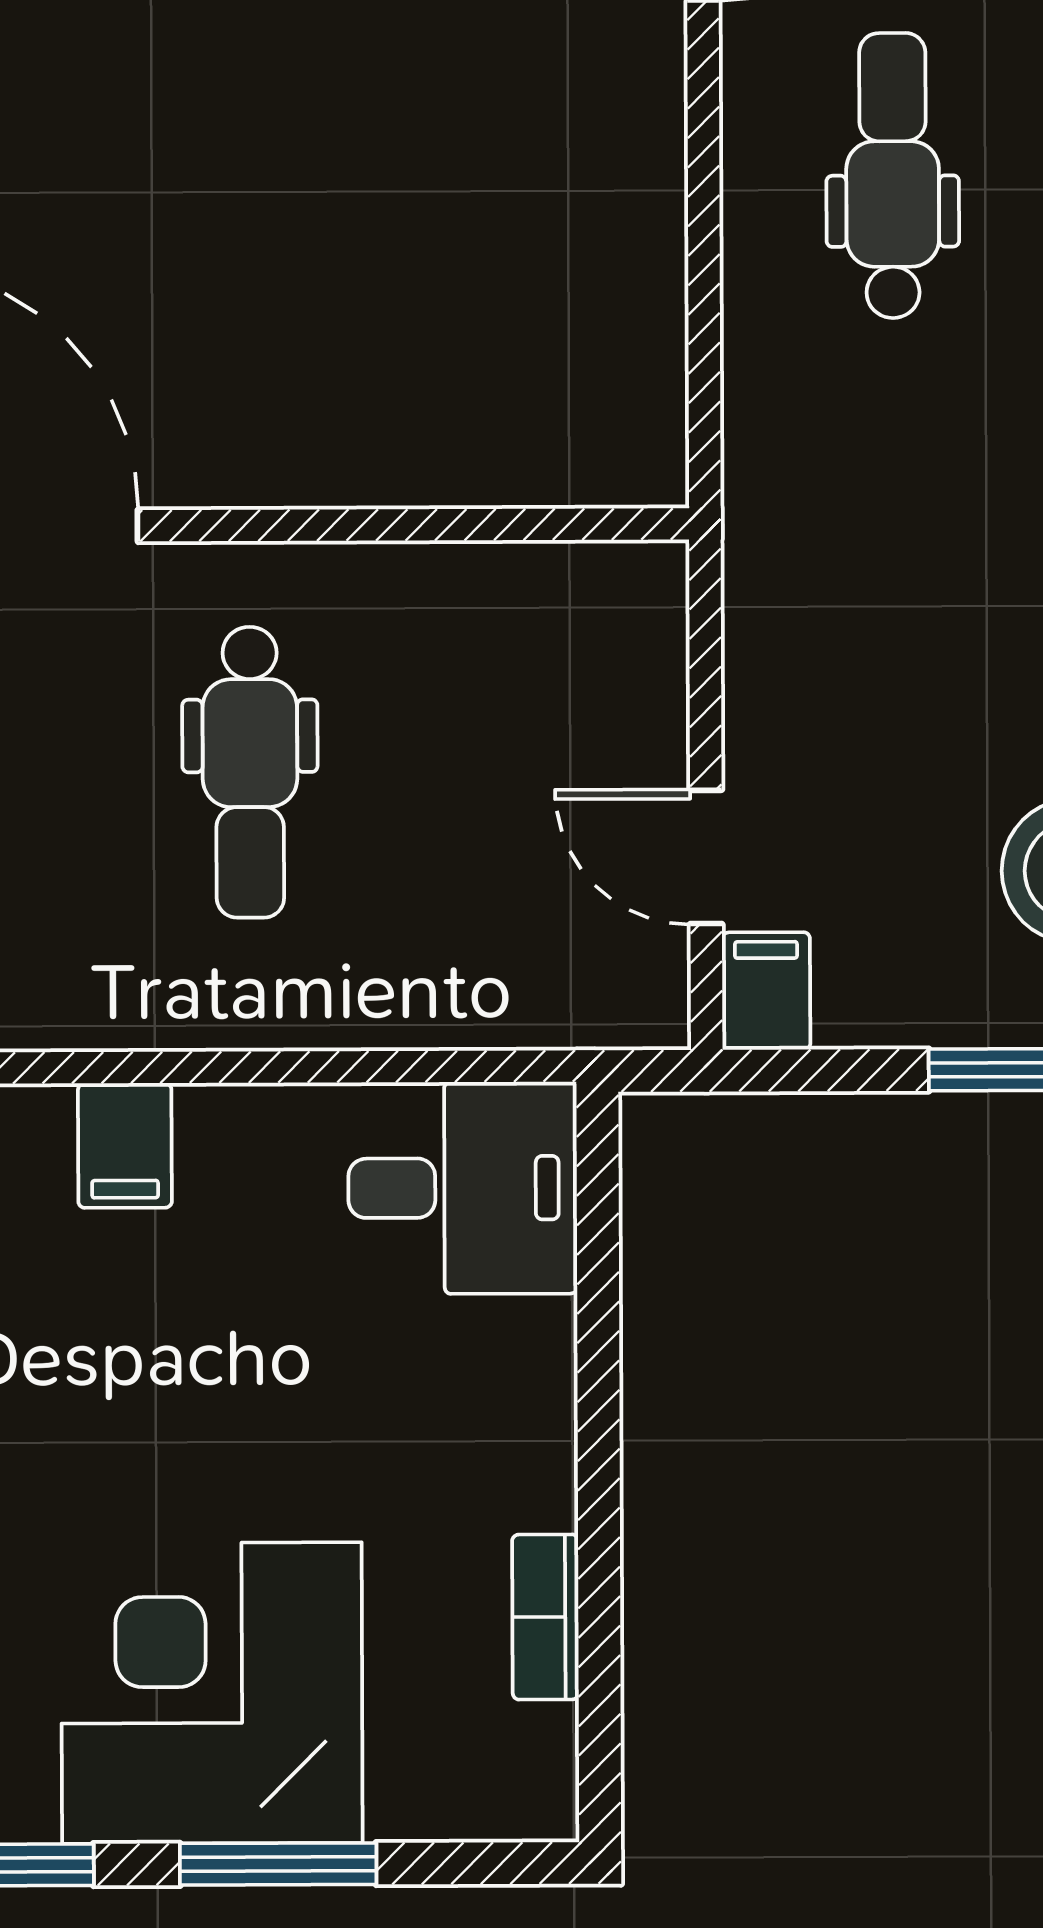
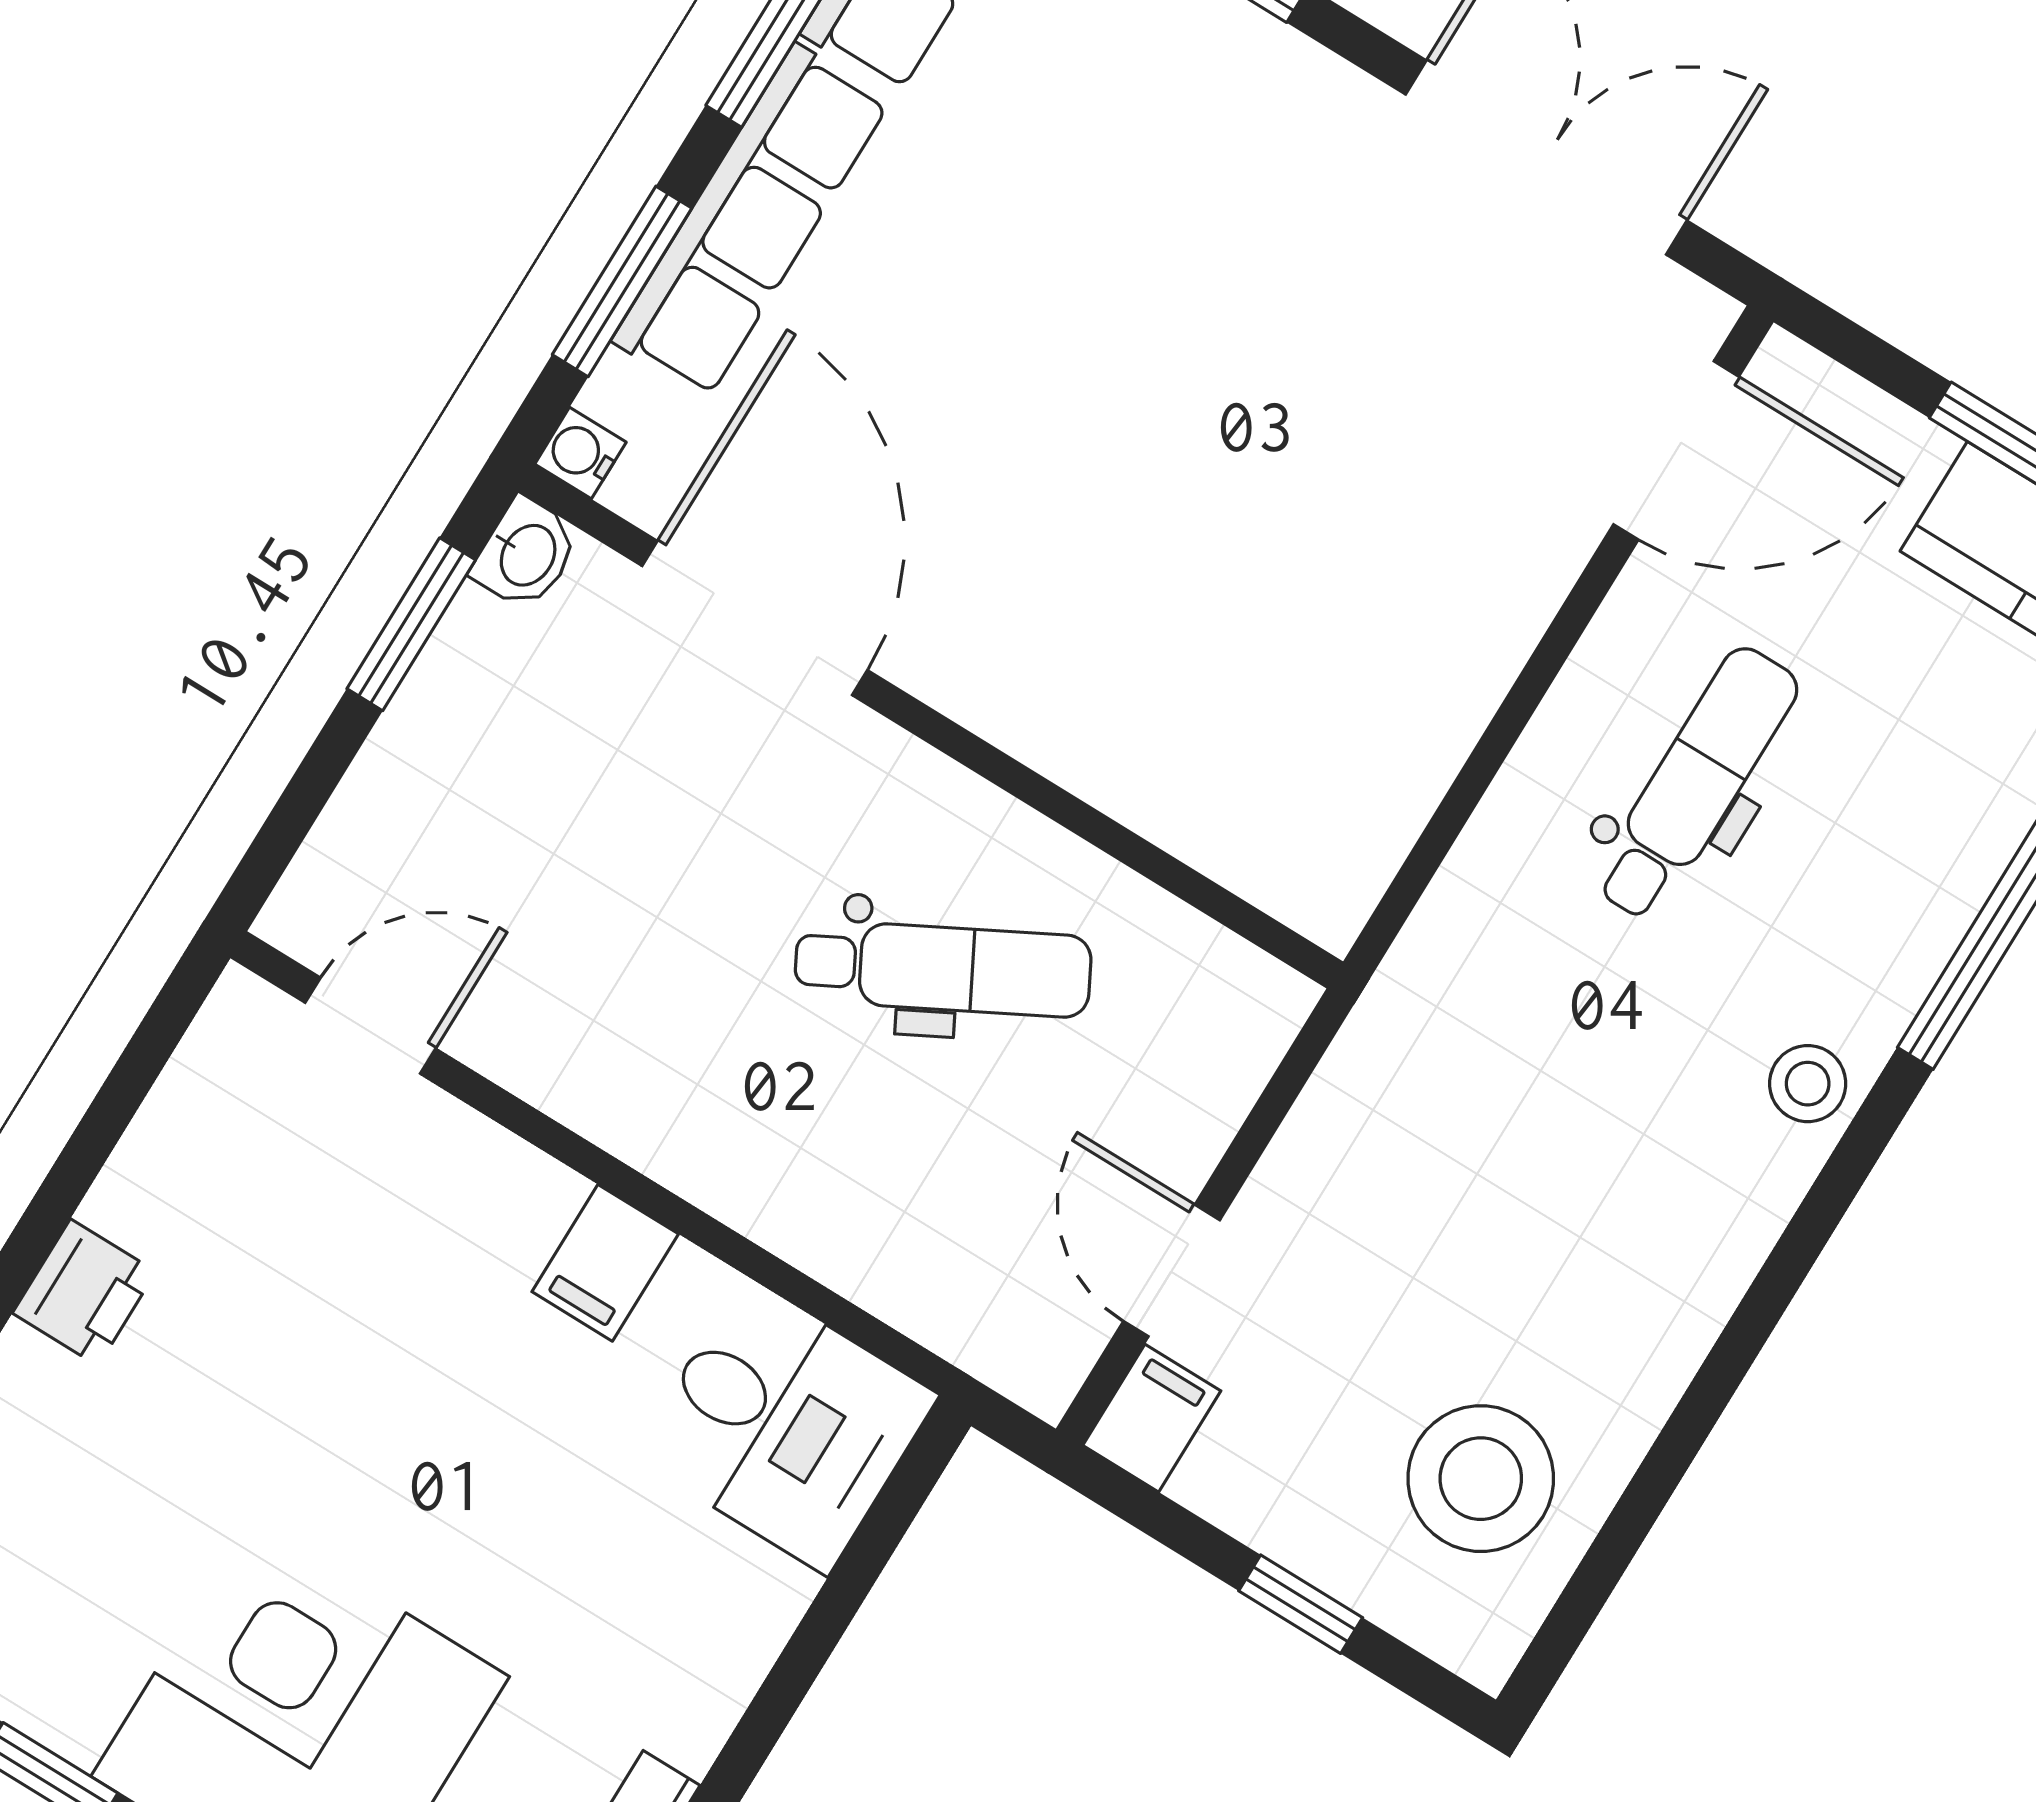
dental chair: (250, 772) -> (943, 968), moved, turned -118
filing cabinet: (125, 1146) -> (605, 1263), moved

